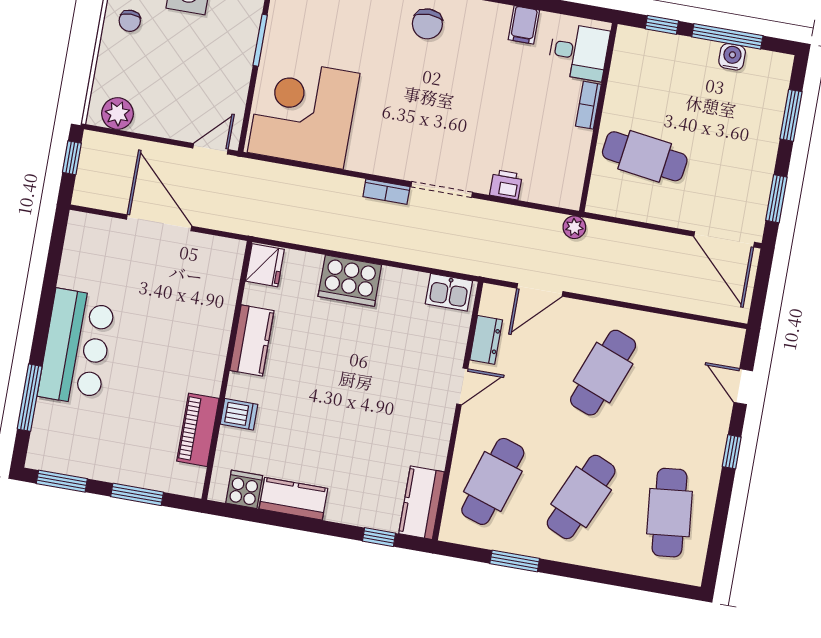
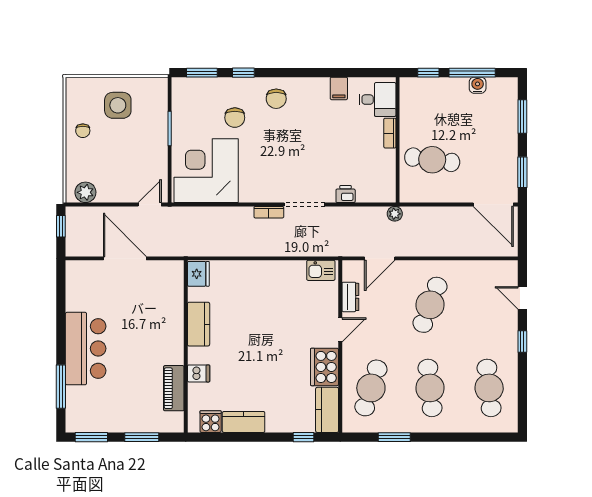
chair: (360, 41) -> (235, 118), added
cooker: (350, 281) -> (325, 367), moved, turned 90
cafe table: (581, 497) -> (430, 388), turned -30

